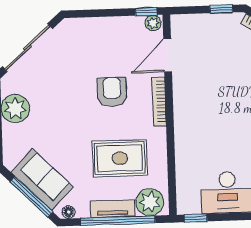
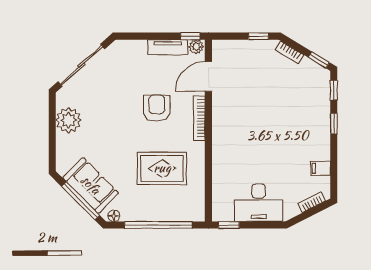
plant: (150, 202) -> (188, 209), removed
tv unit: (113, 209) -> (168, 47), moved, turned 180

